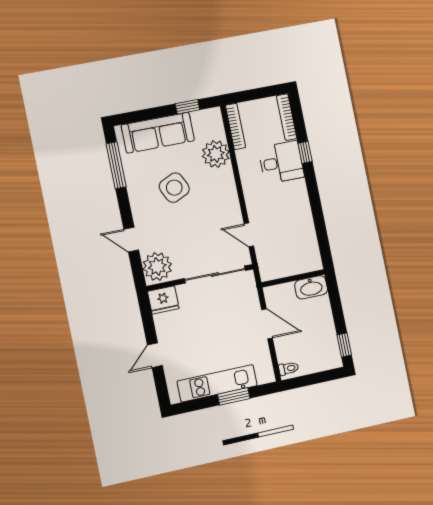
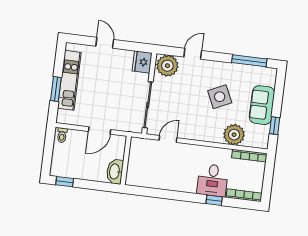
sofa: (158, 133) -> (262, 105), width x0.73

